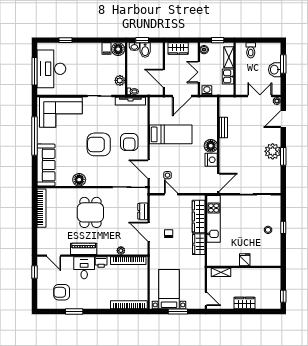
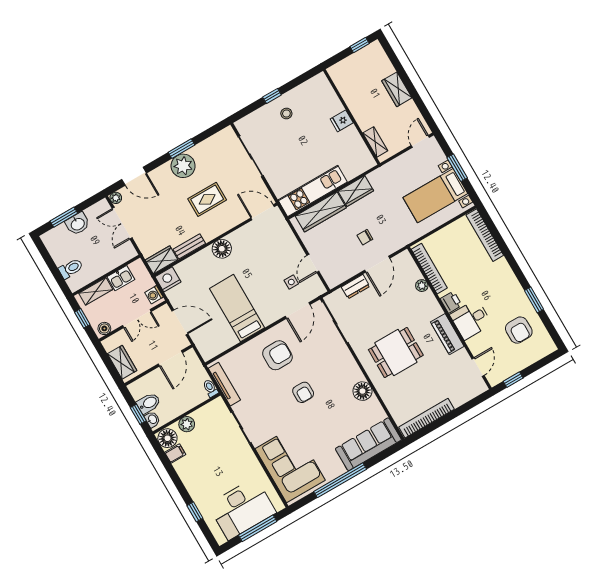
plant: (120, 80) -> (187, 424), moved
wardrobe: (225, 107) -> (161, 260), added
armchair: (99, 144) -> (303, 392), width x0.53, depth x0.53
rug: (245, 154) -> (207, 199), added
nightstand: (211, 160) -> (168, 279), moved

